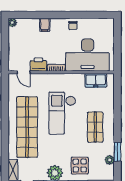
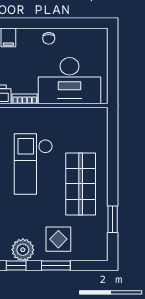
freezer: (96, 80) -> (81, 117), removed
shop shelf: (95, 127) -> (81, 184), width x1.43, depth x1.36
plant: (110, 160) -> (101, 231), removed

